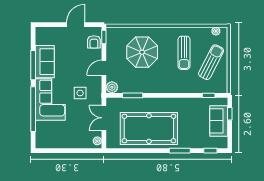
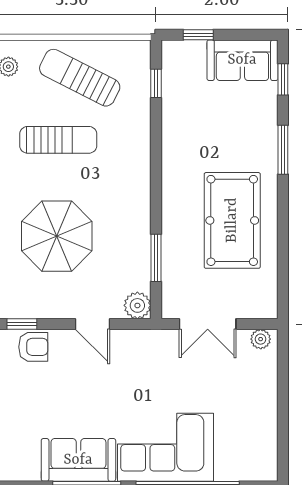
side table: (80, 93) -> (151, 379), removed
sofa: (219, 121) -> (242, 60), moved
pool table: (149, 129) -> (232, 220), width x0.73, depth x0.76

